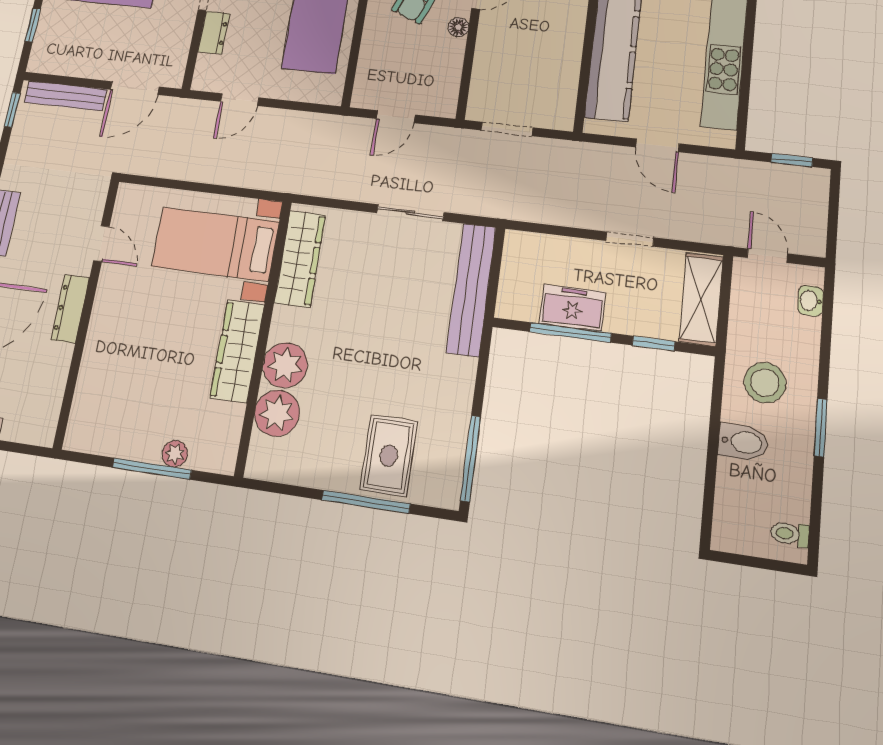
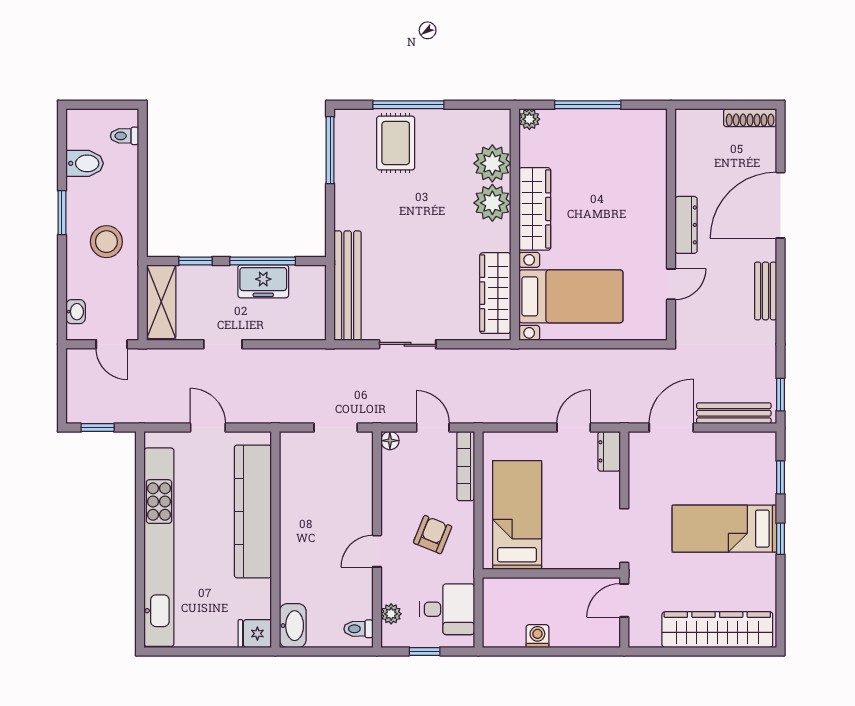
floor lamp: (458, 27) -> (390, 441), moved
dresser: (214, 33) -> (609, 451), moved
bookcase: (366, 71) -> (466, 466), added
door: (396, 117) -> (433, 428), hinge flipped
door: (101, 244) -> (671, 284), swing flipped
bidet: (743, 442) -> (85, 163), moved, turned 180
plant: (175, 454) -> (529, 119), moved
toilet: (790, 534) -> (125, 136), moved, turned 180

